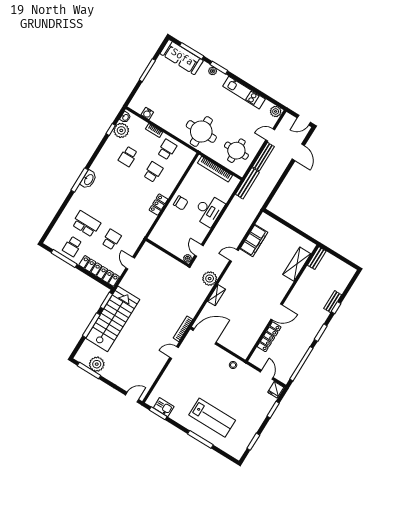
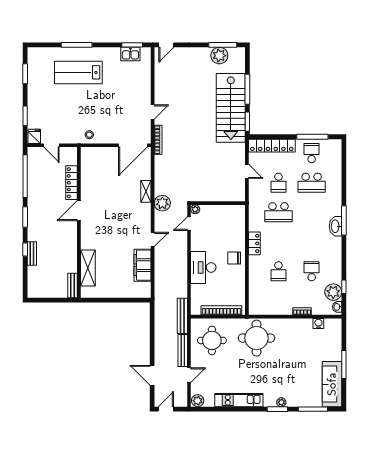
sofa: (182, 57) -> (332, 384), moved, turned -90
school desk: (167, 150) -> (278, 212), moved, width x1.85
door: (199, 250) -> (189, 224), swing flipped

